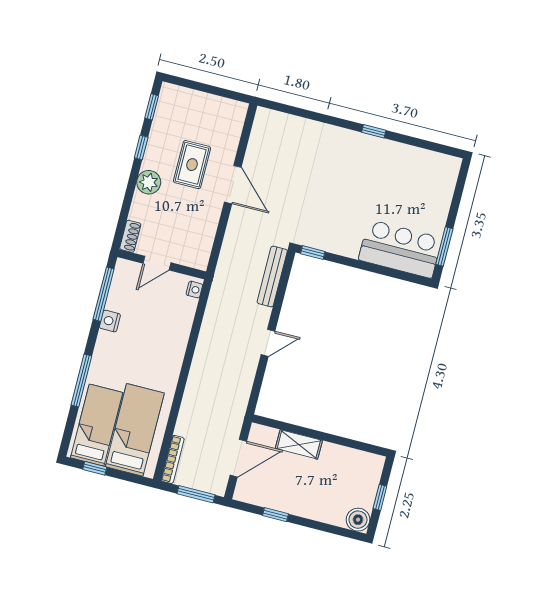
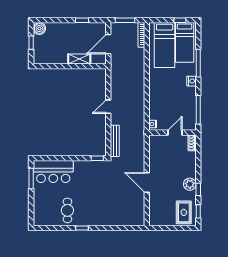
rug: (192, 165) -> (184, 212), moved
cafe table: (392, 171) -> (67, 210), added
plant: (149, 182) -> (190, 184), moved
nightstand: (110, 321) -> (191, 81), moved

